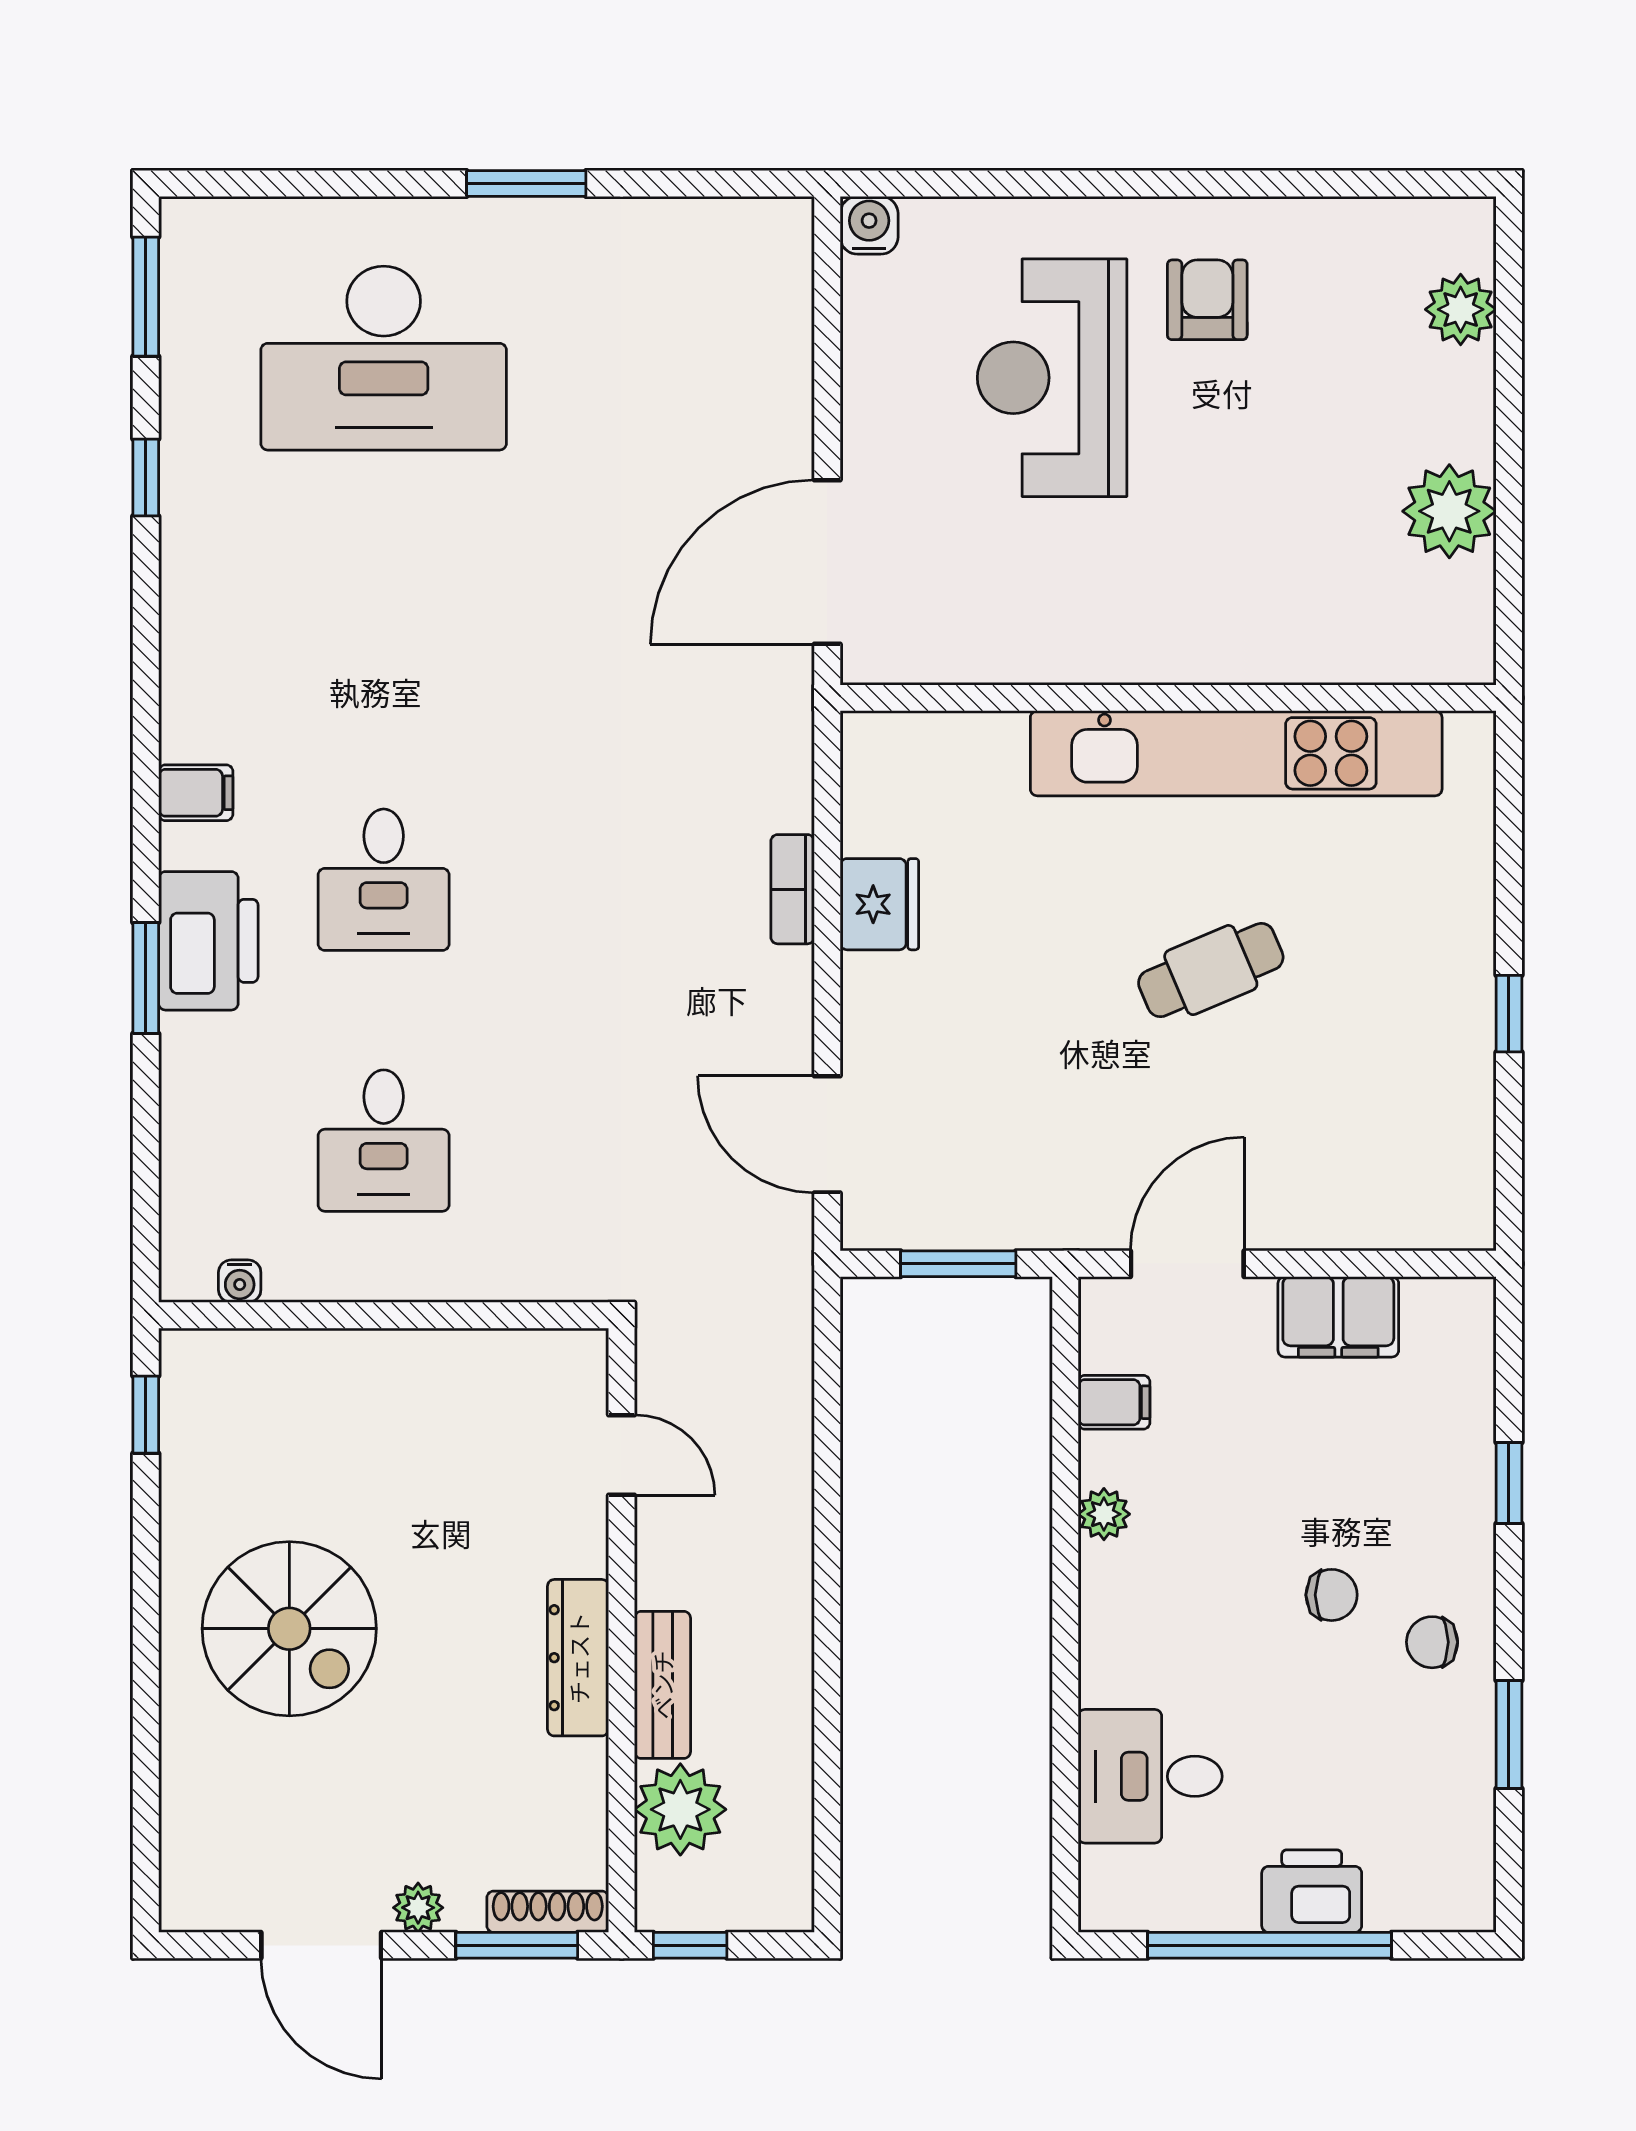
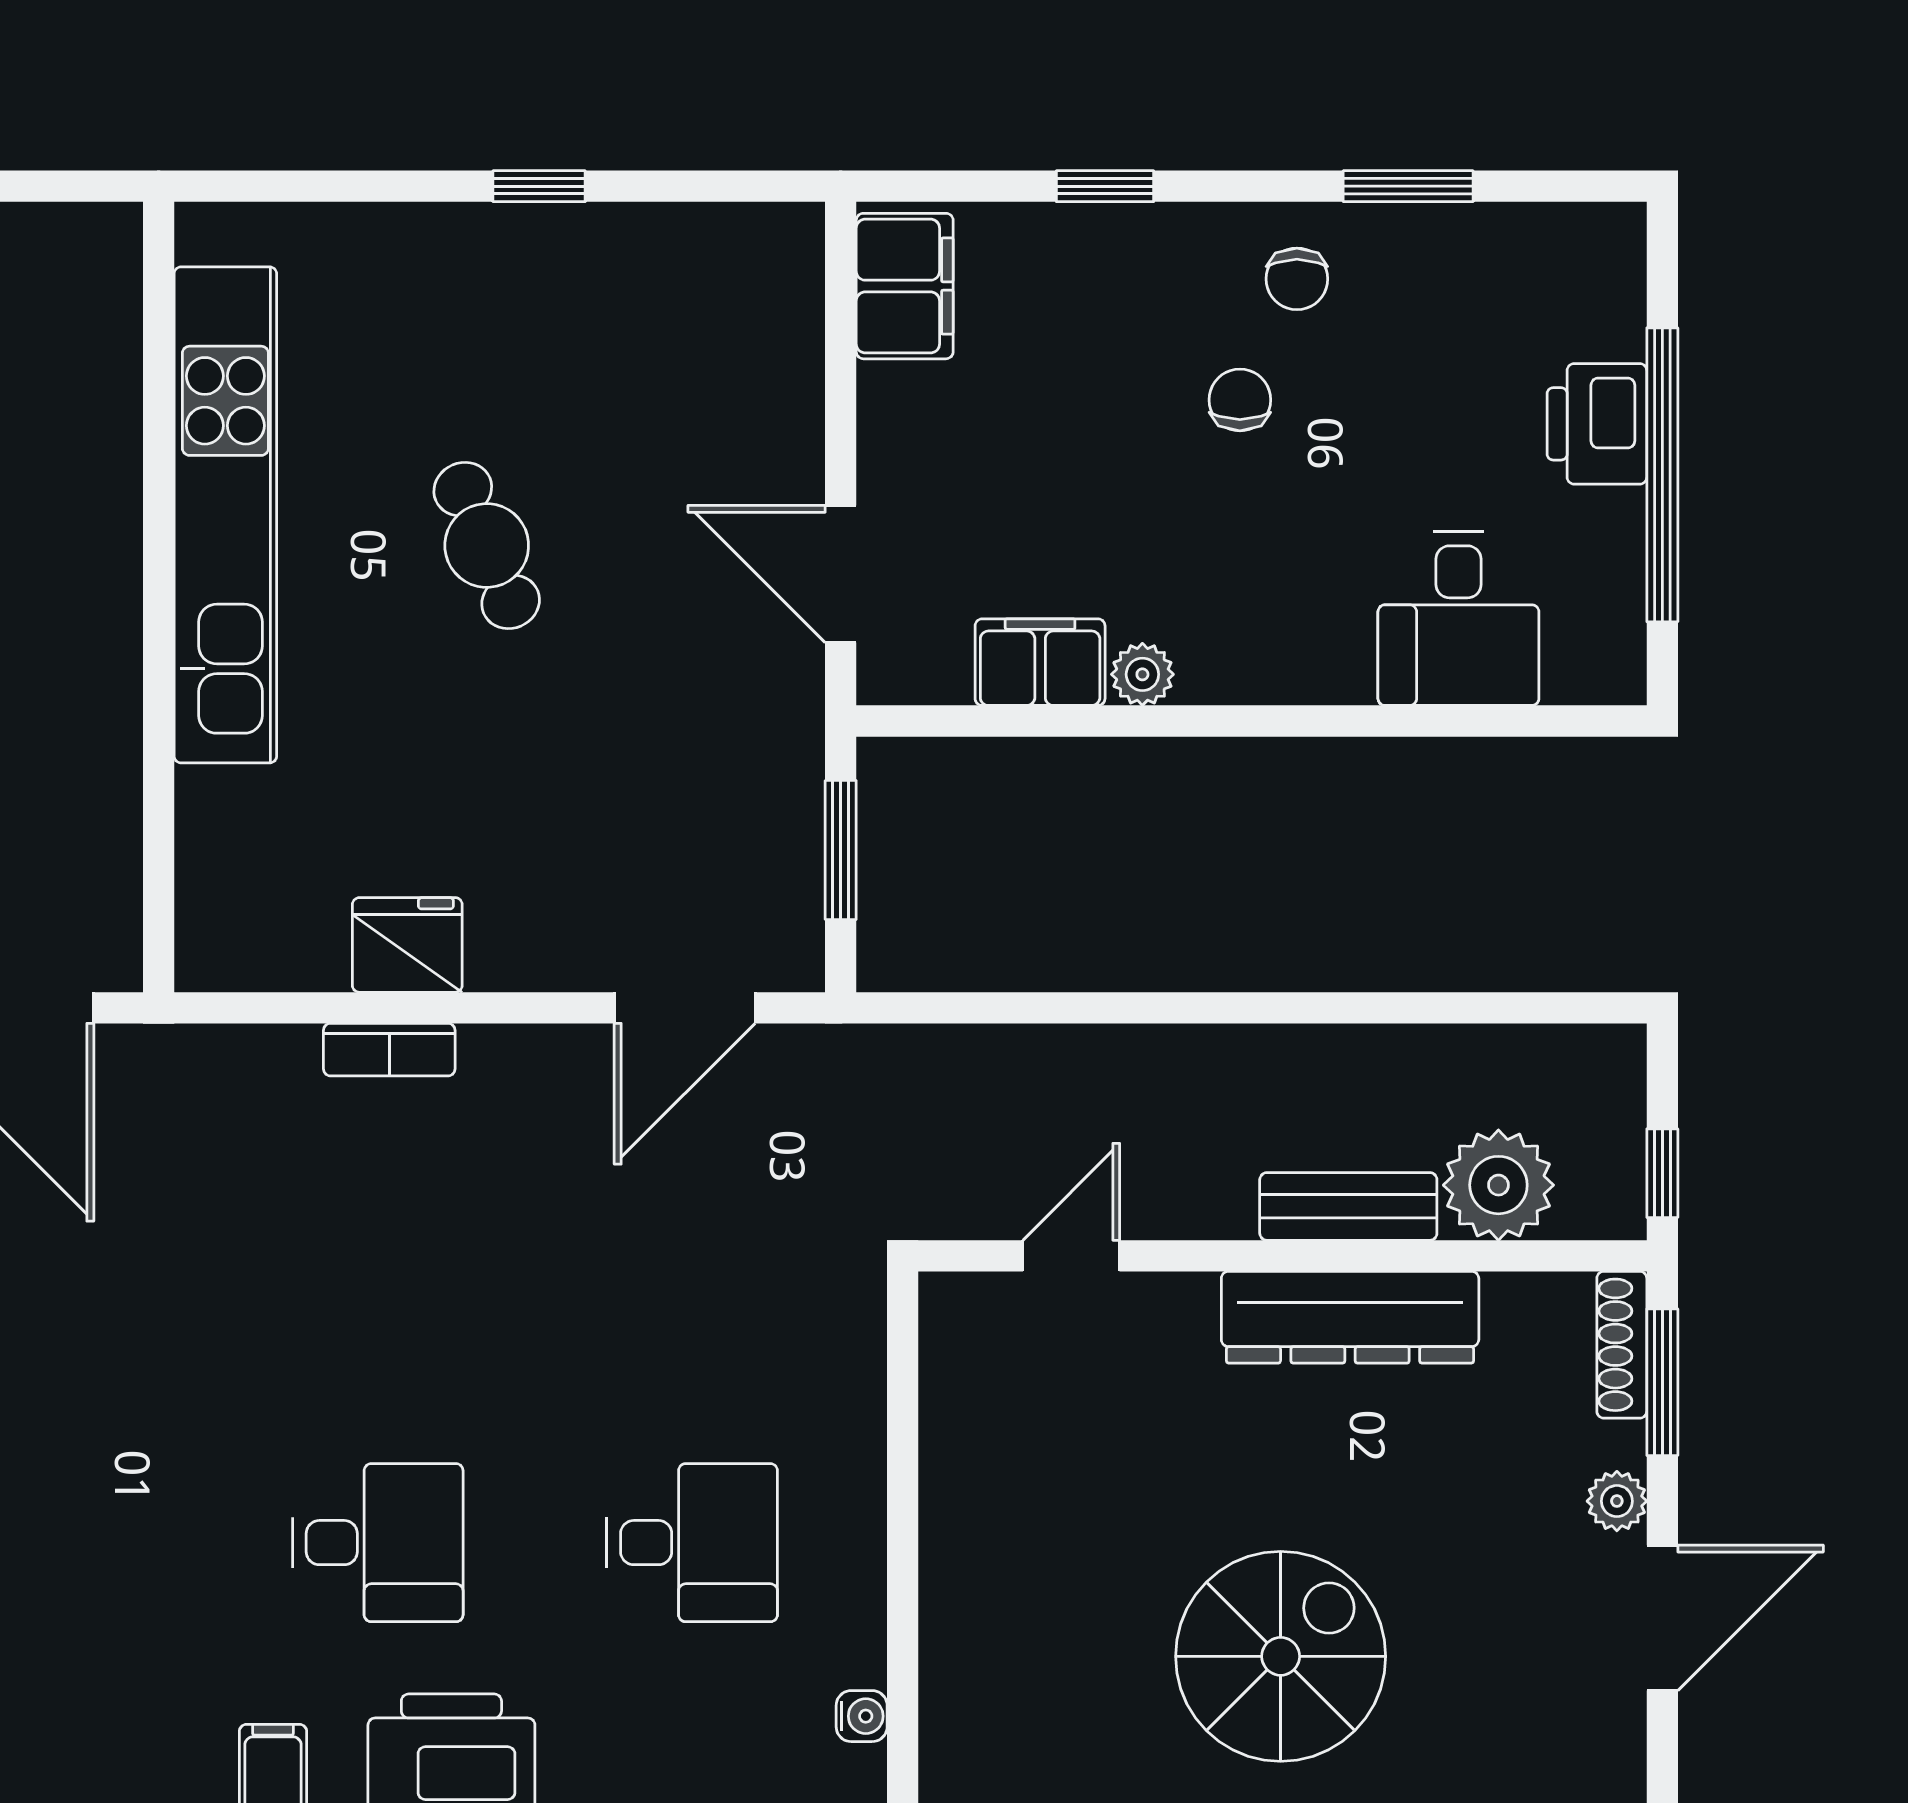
filing cabinet: (1338, 1317) -> (905, 286), moved
filing cabinet: (1114, 1402) -> (1040, 662), width x2.00
dresser: (578, 1658) -> (1350, 1317), width x1.37, depth x1.24

